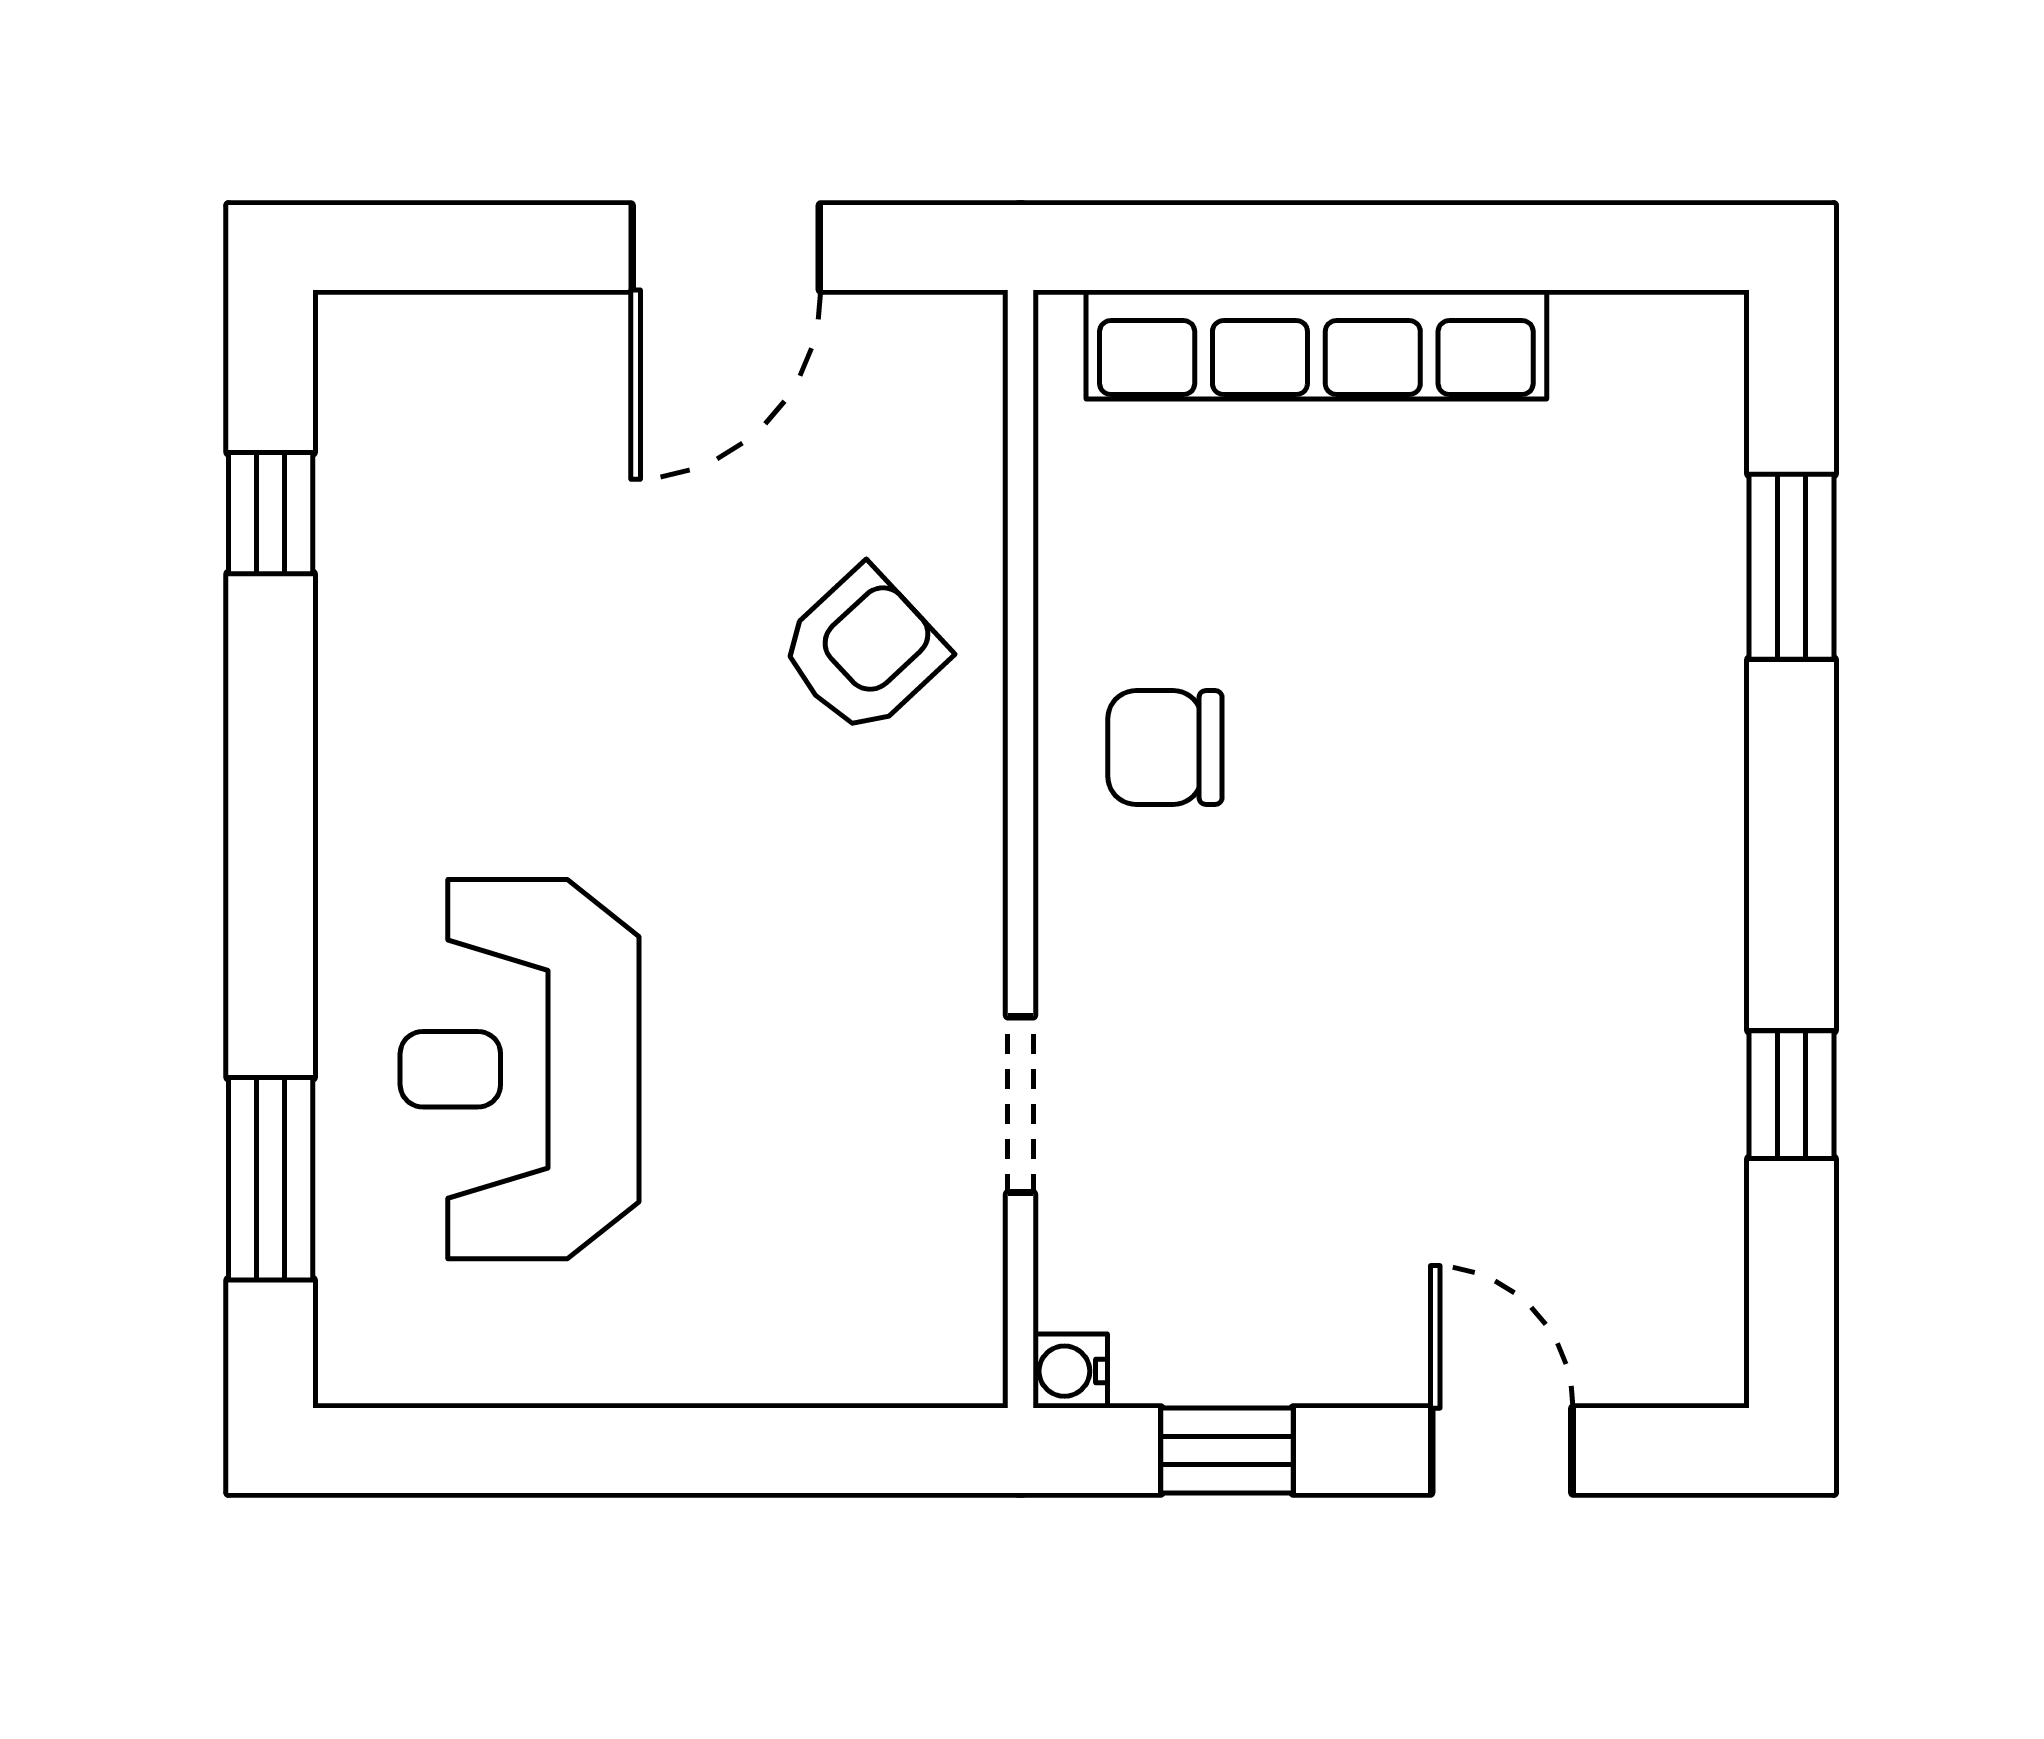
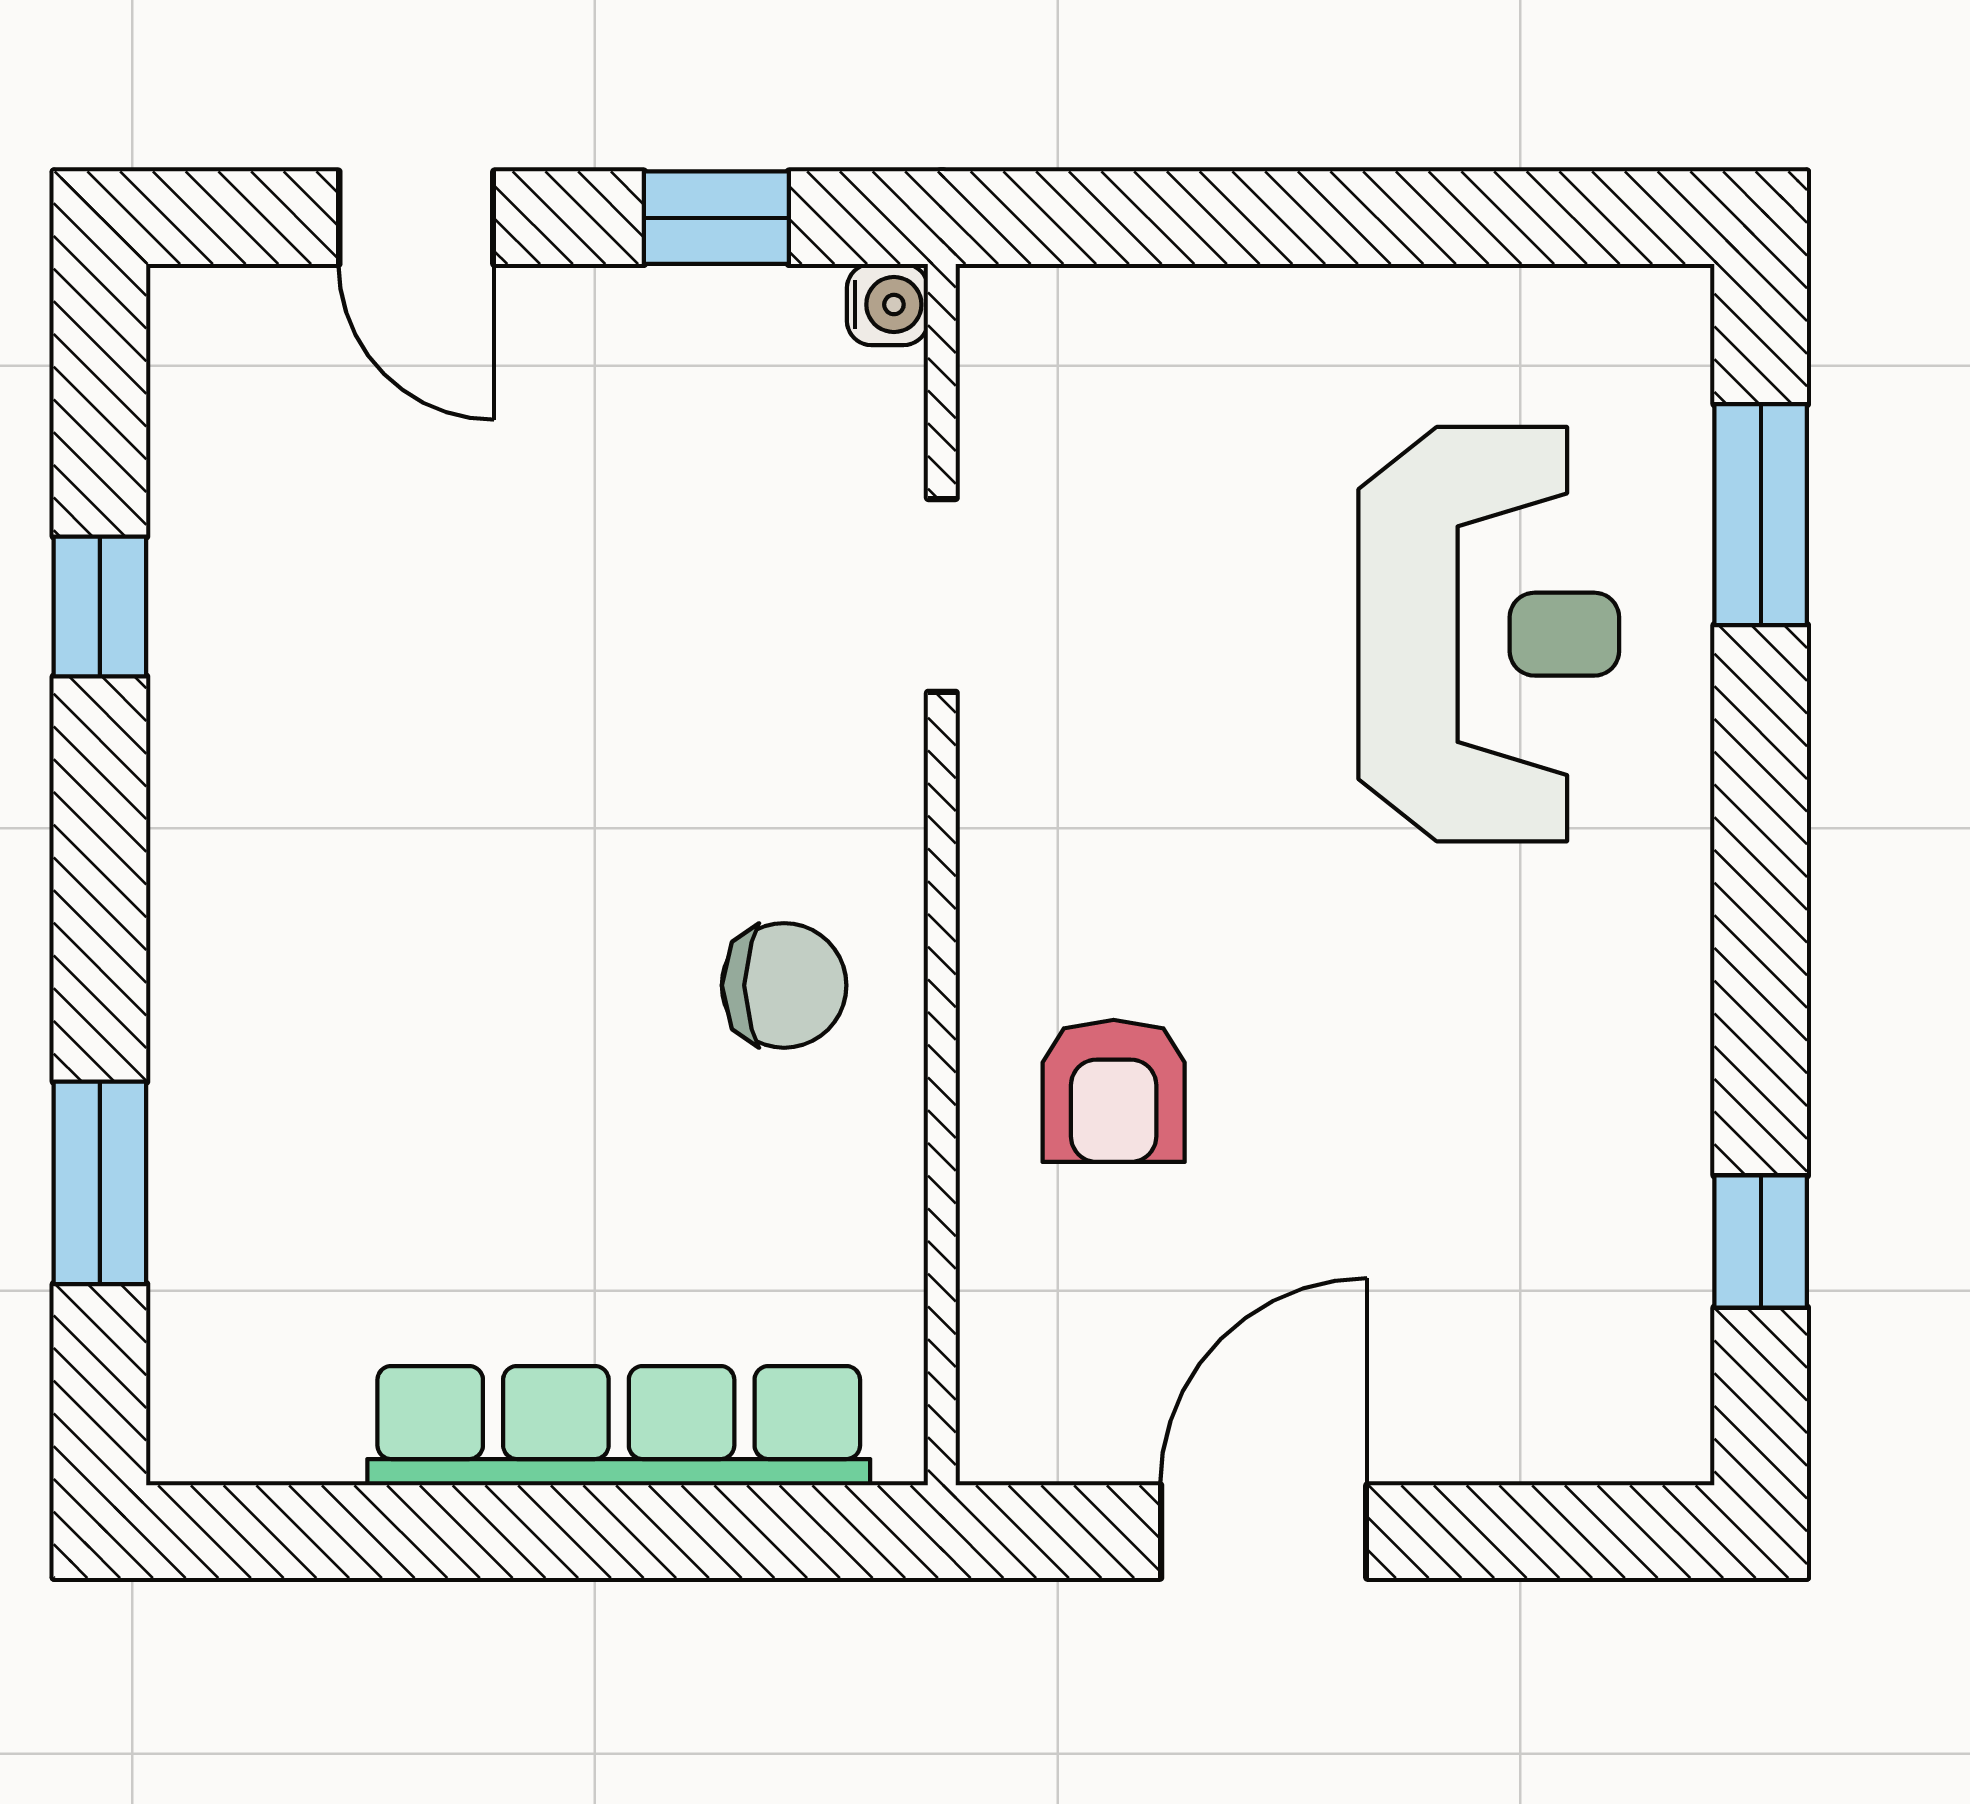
armchair: (863, 651) -> (1114, 1091), turned -47

